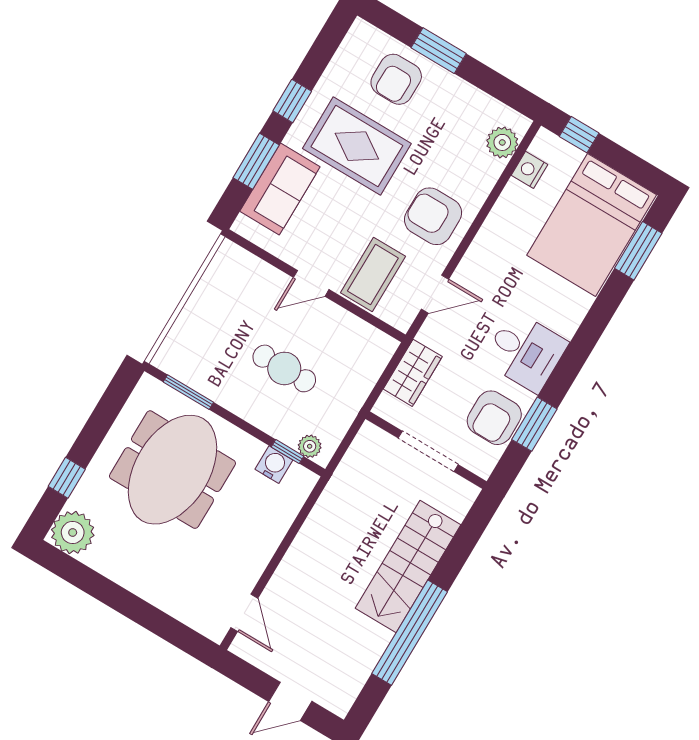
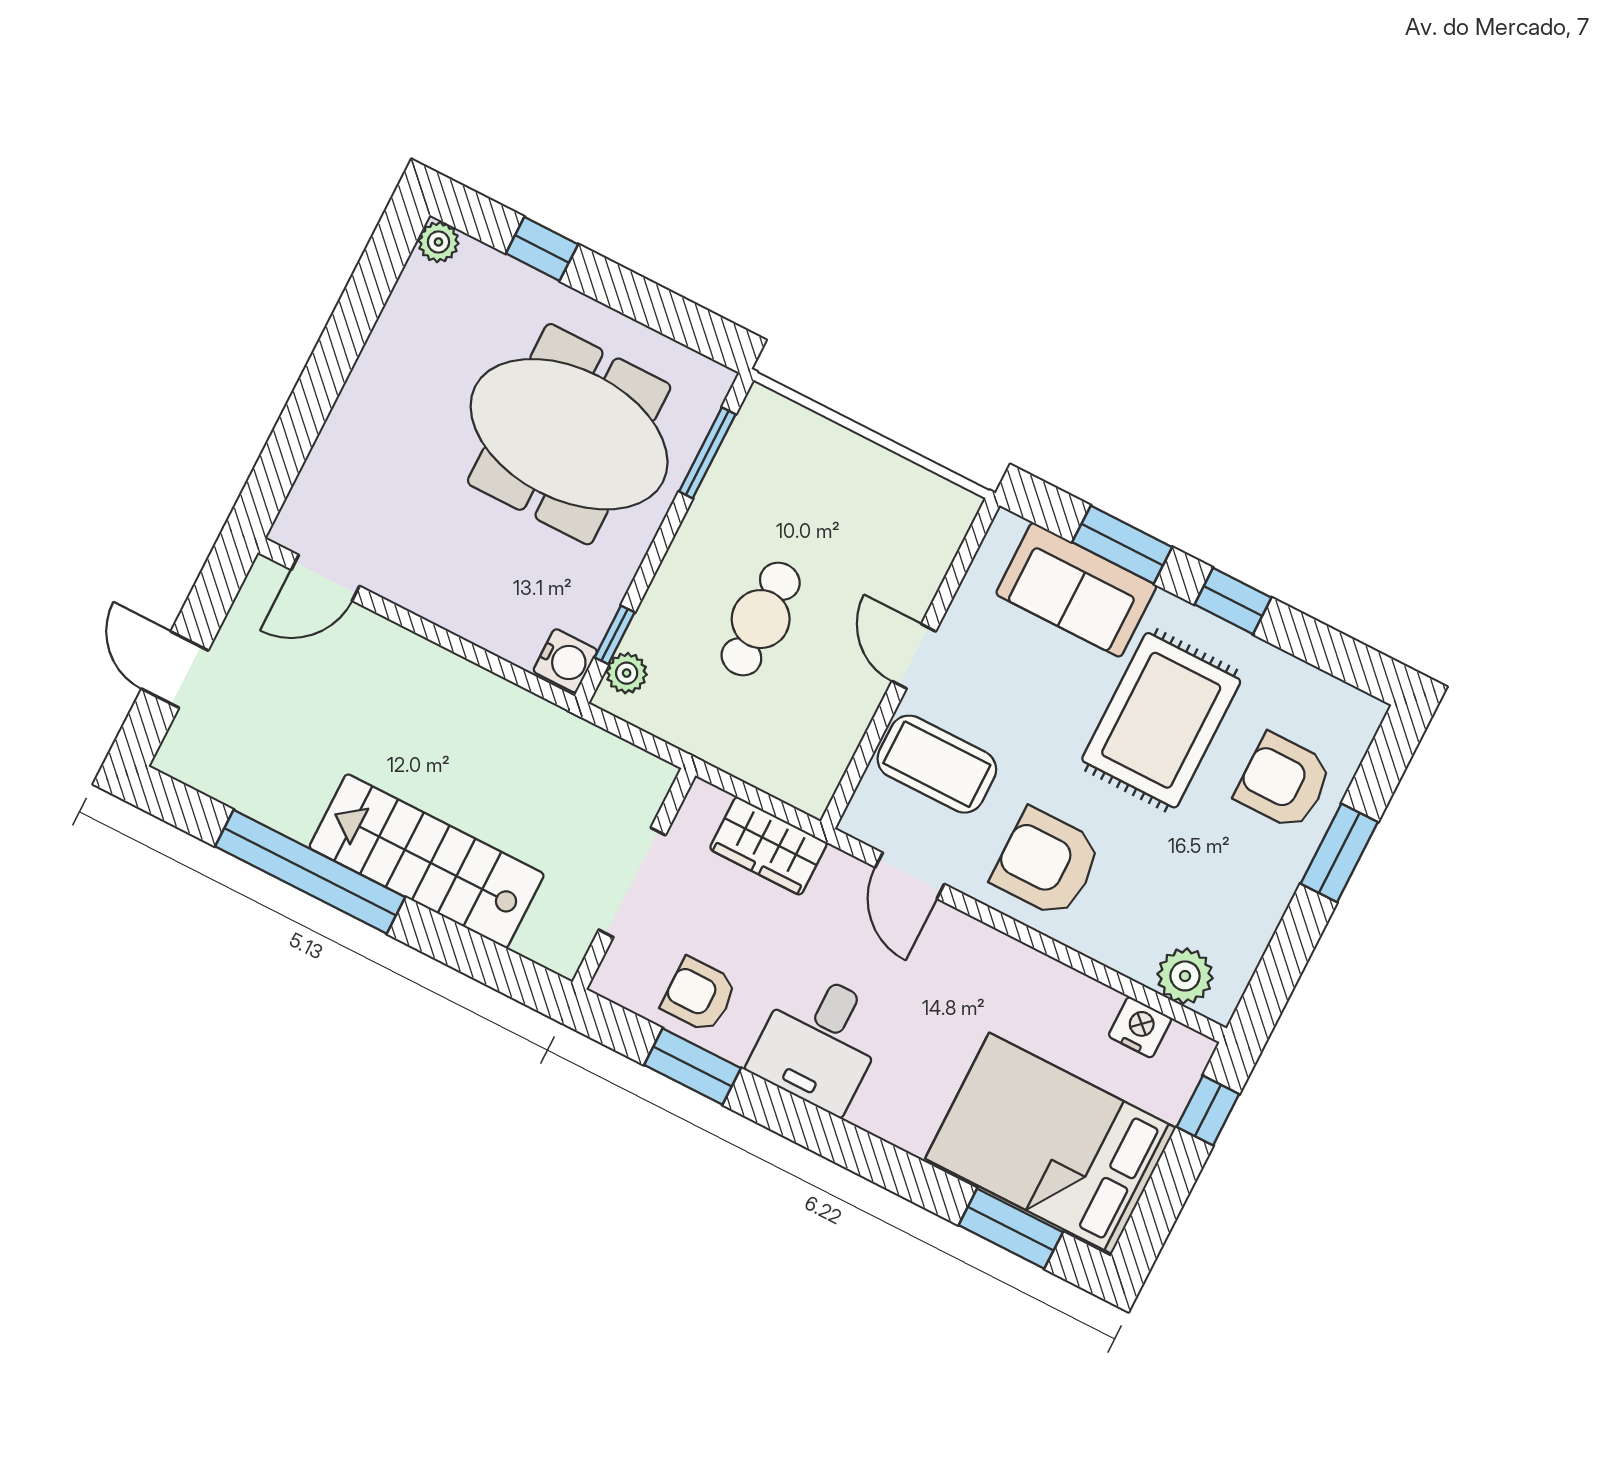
armchair: (433, 216) -> (1047, 863), turned -90
armchair: (494, 418) -> (699, 995), width x0.72, depth x0.72
water cooler: (274, 465) -> (565, 661), moved
plant: (73, 532) -> (438, 242), width x0.53, depth x0.53

